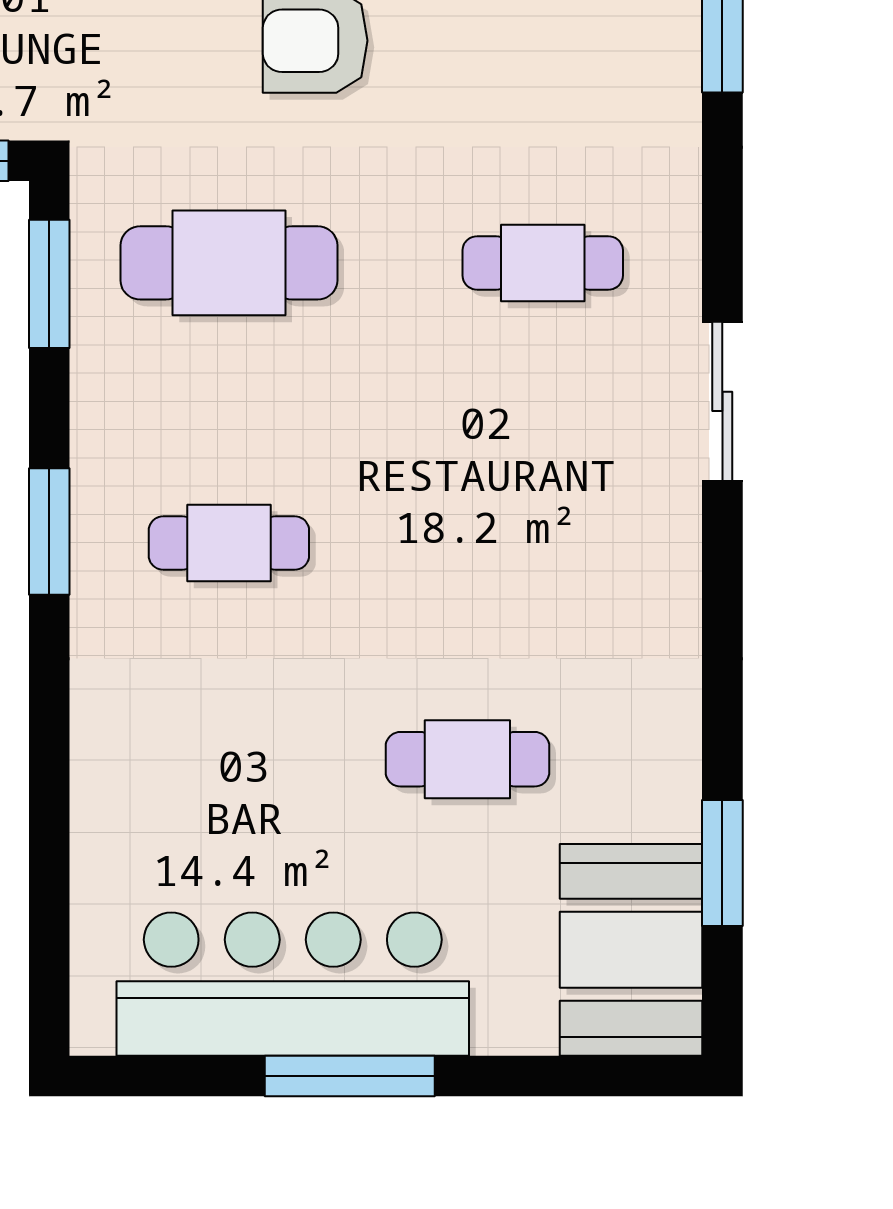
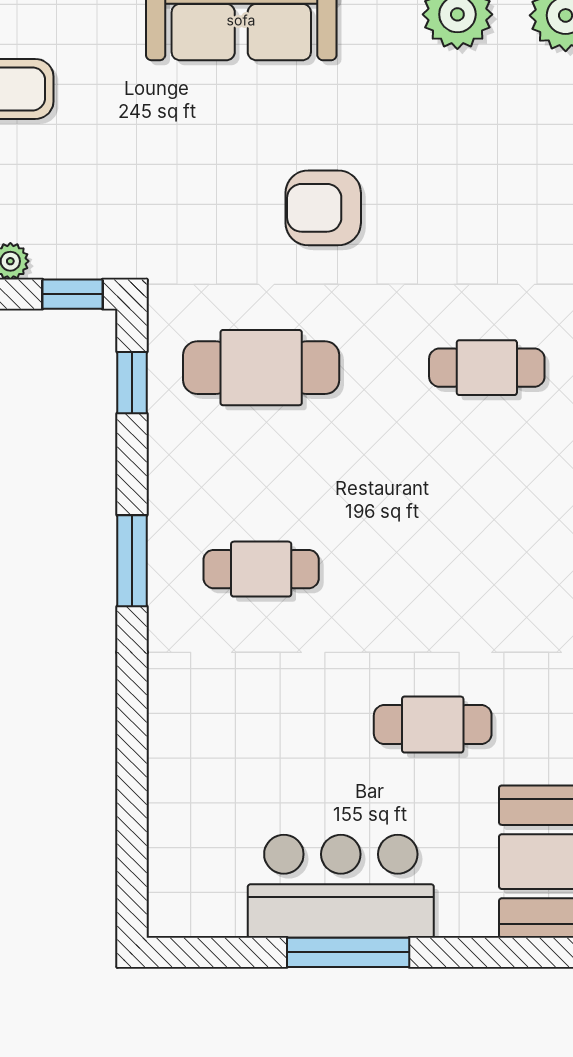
window: (49, 284) -> (132, 383), width x0.67
bar counter: (293, 984) -> (341, 886), width x0.73

